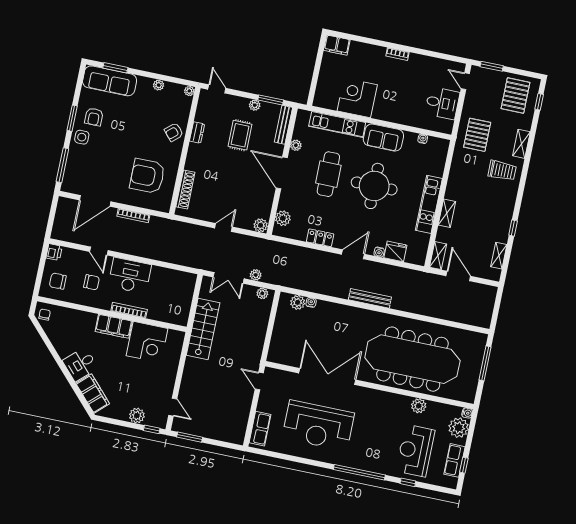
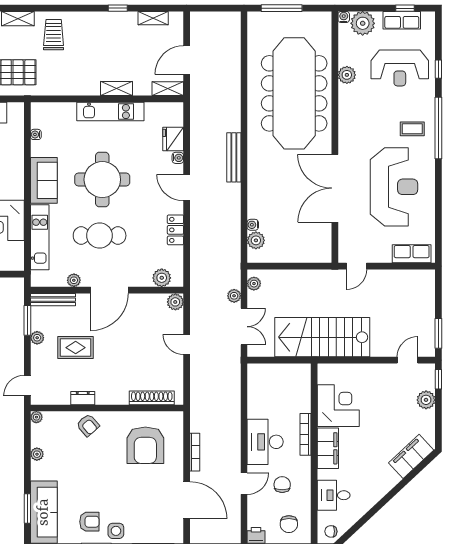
stairs: (203, 329) -> (322, 337), width x1.36, depth x1.51
desk: (80, 364) -> (334, 495), moved, turned 133
coffee table: (363, 451) -> (412, 129), added

